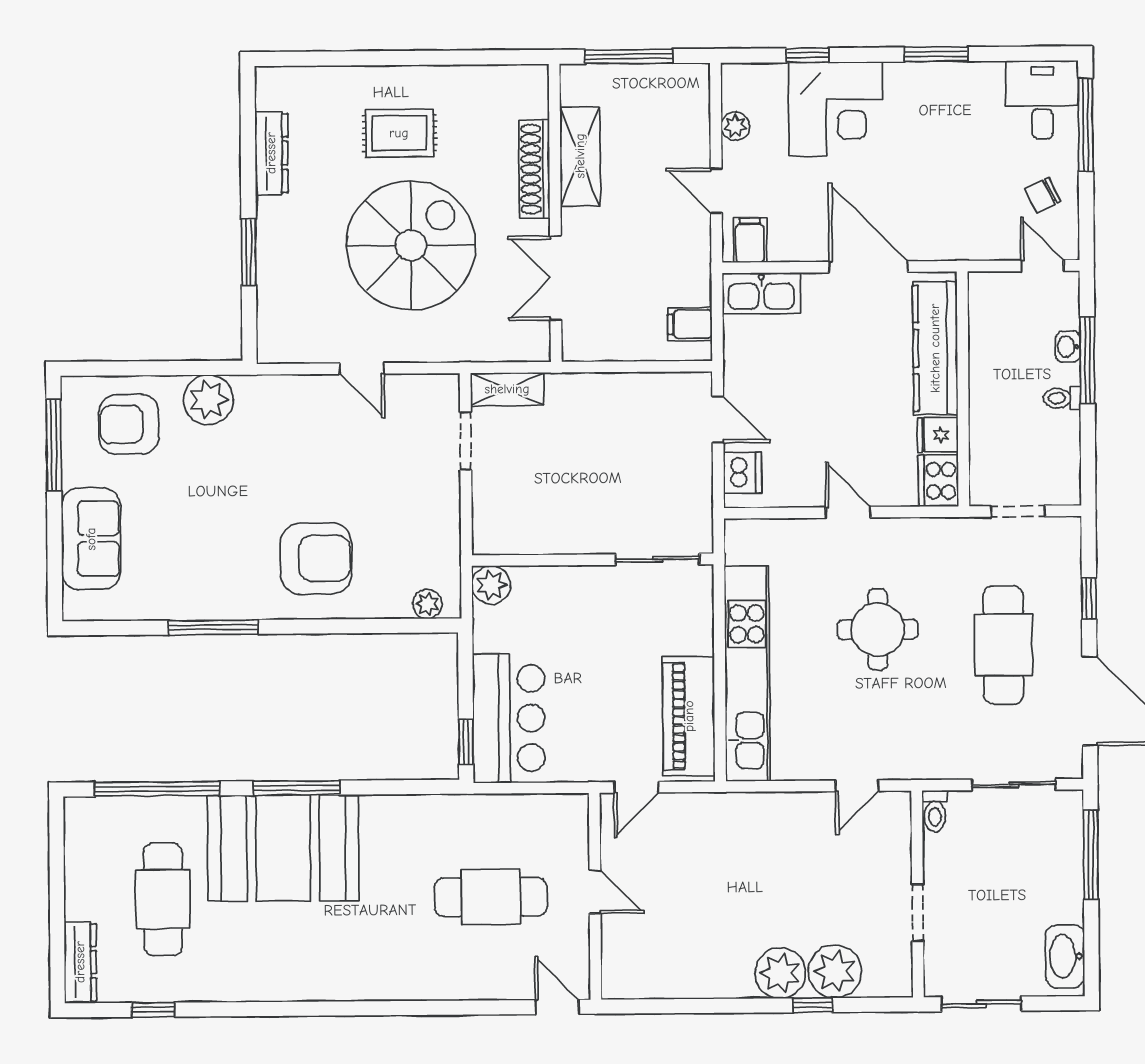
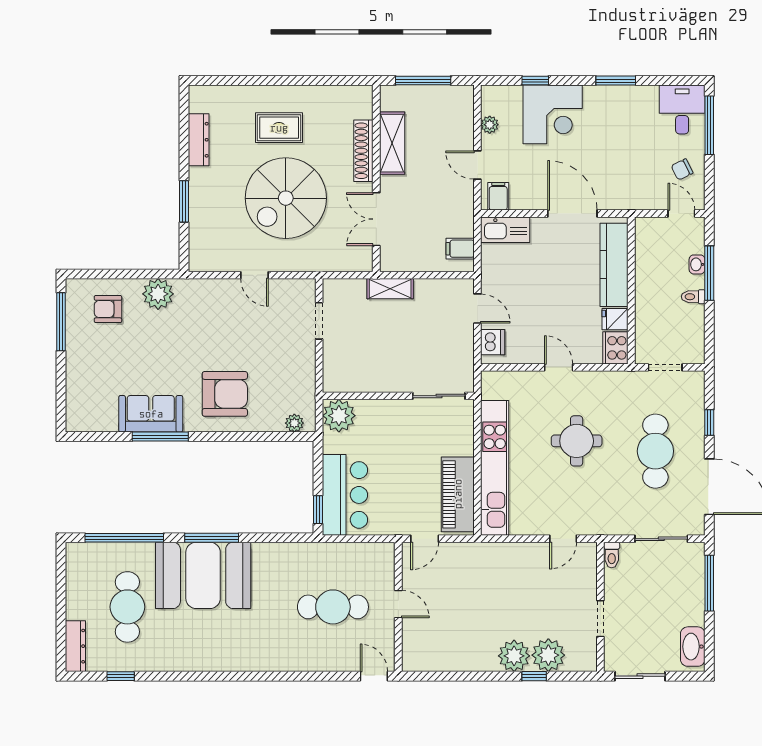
spiral stairs: (411, 245) -> (286, 198), turned 180
shelving: (507, 389) -> (390, 289), moved
armchair: (129, 424) -> (108, 309), width x0.72, depth x0.72
sofa: (91, 539) -> (151, 414), moved, turned -90
plant: (491, 585) -> (339, 416), width x1.36, depth x1.36

